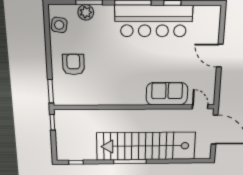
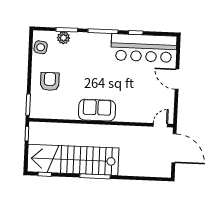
bar counter: (154, 21) -> (144, 48), moved
sofa: (167, 94) -> (97, 110), moved
door: (200, 107) -> (160, 125), hinge flipped
stairs: (146, 146) -> (73, 160), moved

